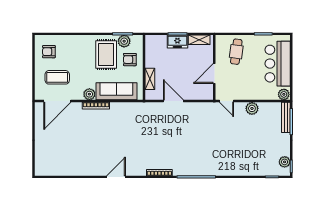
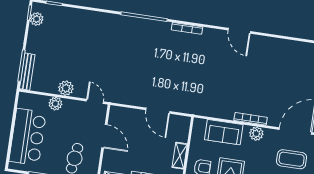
door: (214, 73) -> (104, 136), hinge flipped
shelving: (150, 79) -> (180, 156), moved
sofa: (116, 91) -> (224, 132), width x0.73
plant: (284, 94) -> (55, 104), moved
door: (116, 177) -> (239, 31), hinge flipped

